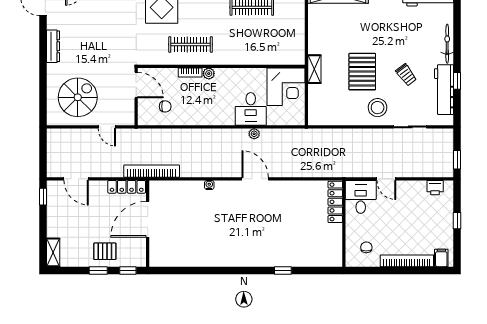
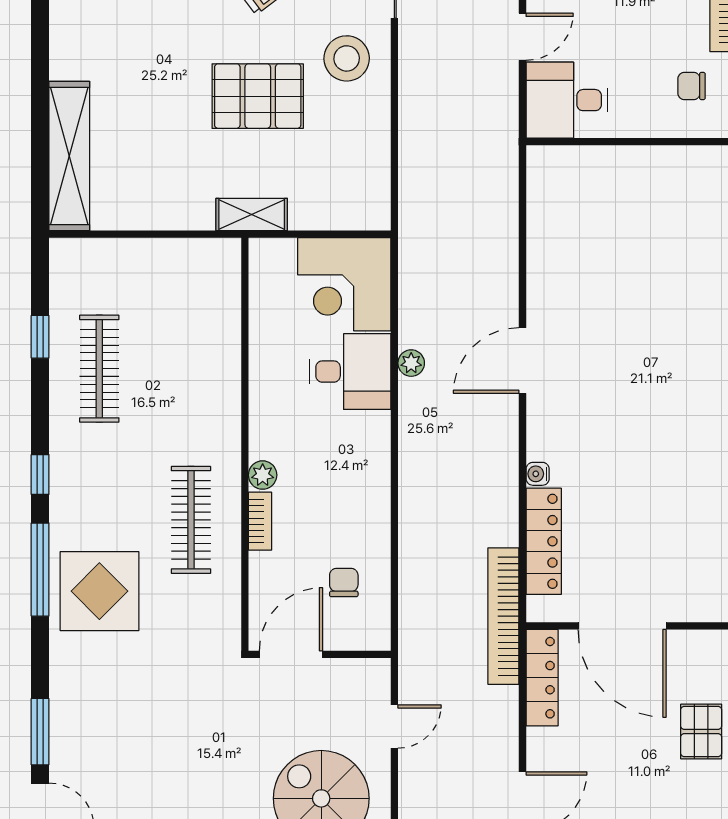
corner desk: (286, 87) -> (344, 284), moved, turned 180
locker: (335, 202) -> (544, 541), moved, turned -90

